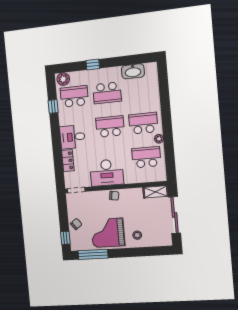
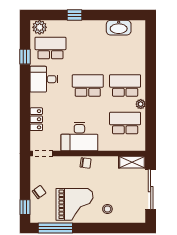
school desk: (107, 93) -> (88, 48), removed
desk: (72, 137) -> (44, 79), moved
grand piano: (108, 233) -> (75, 204), turned 180

